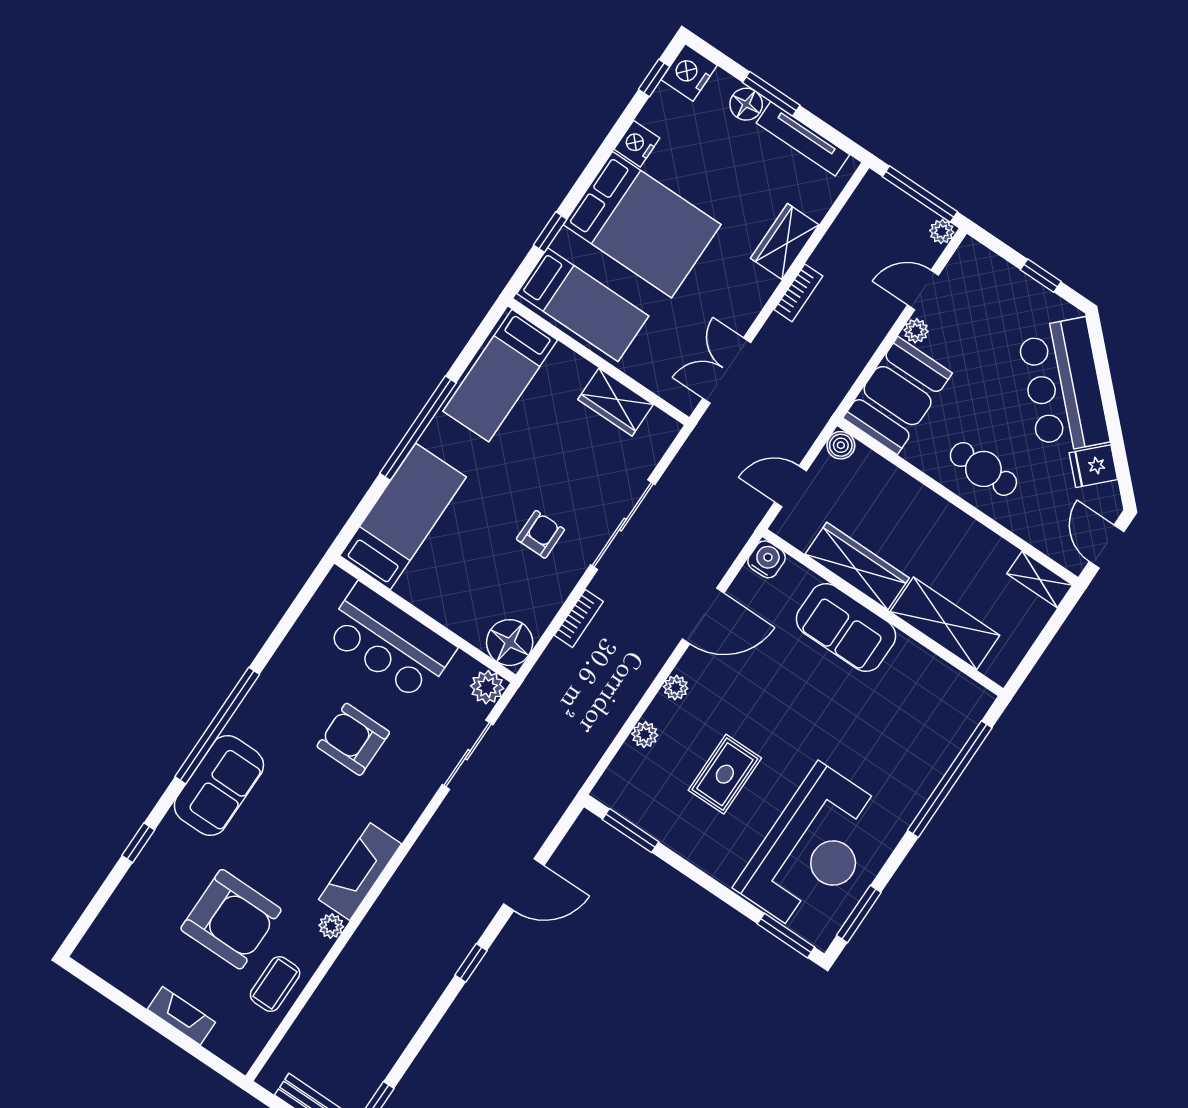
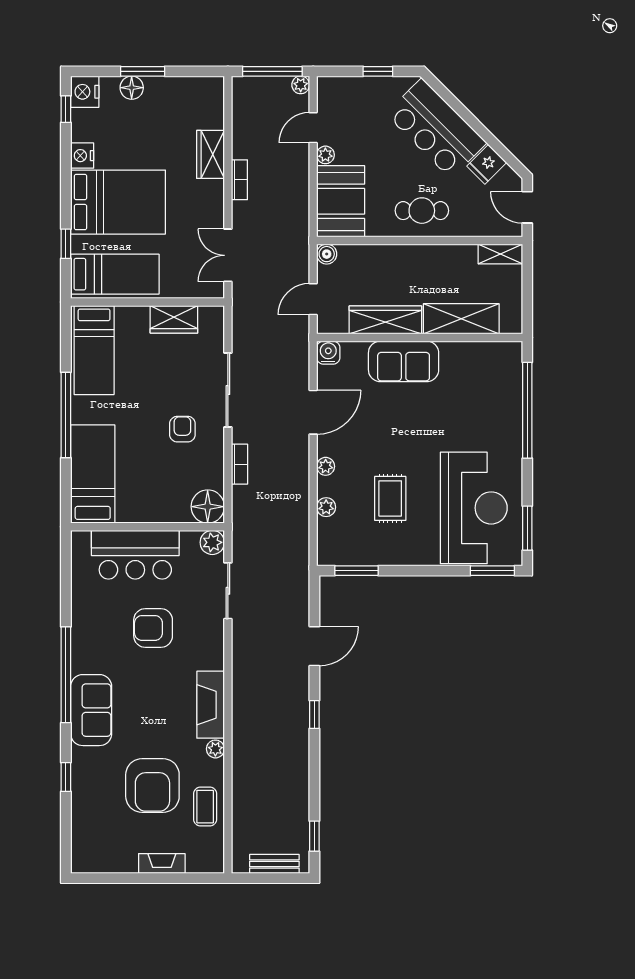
tv unit: (803, 139) -> (180, 85), removed
armchair: (231, 919) -> (152, 785), turned 90

